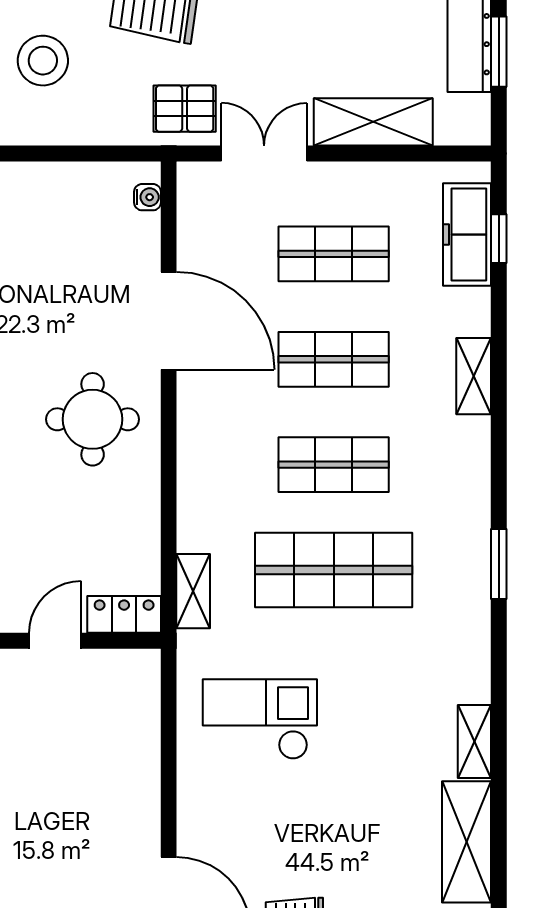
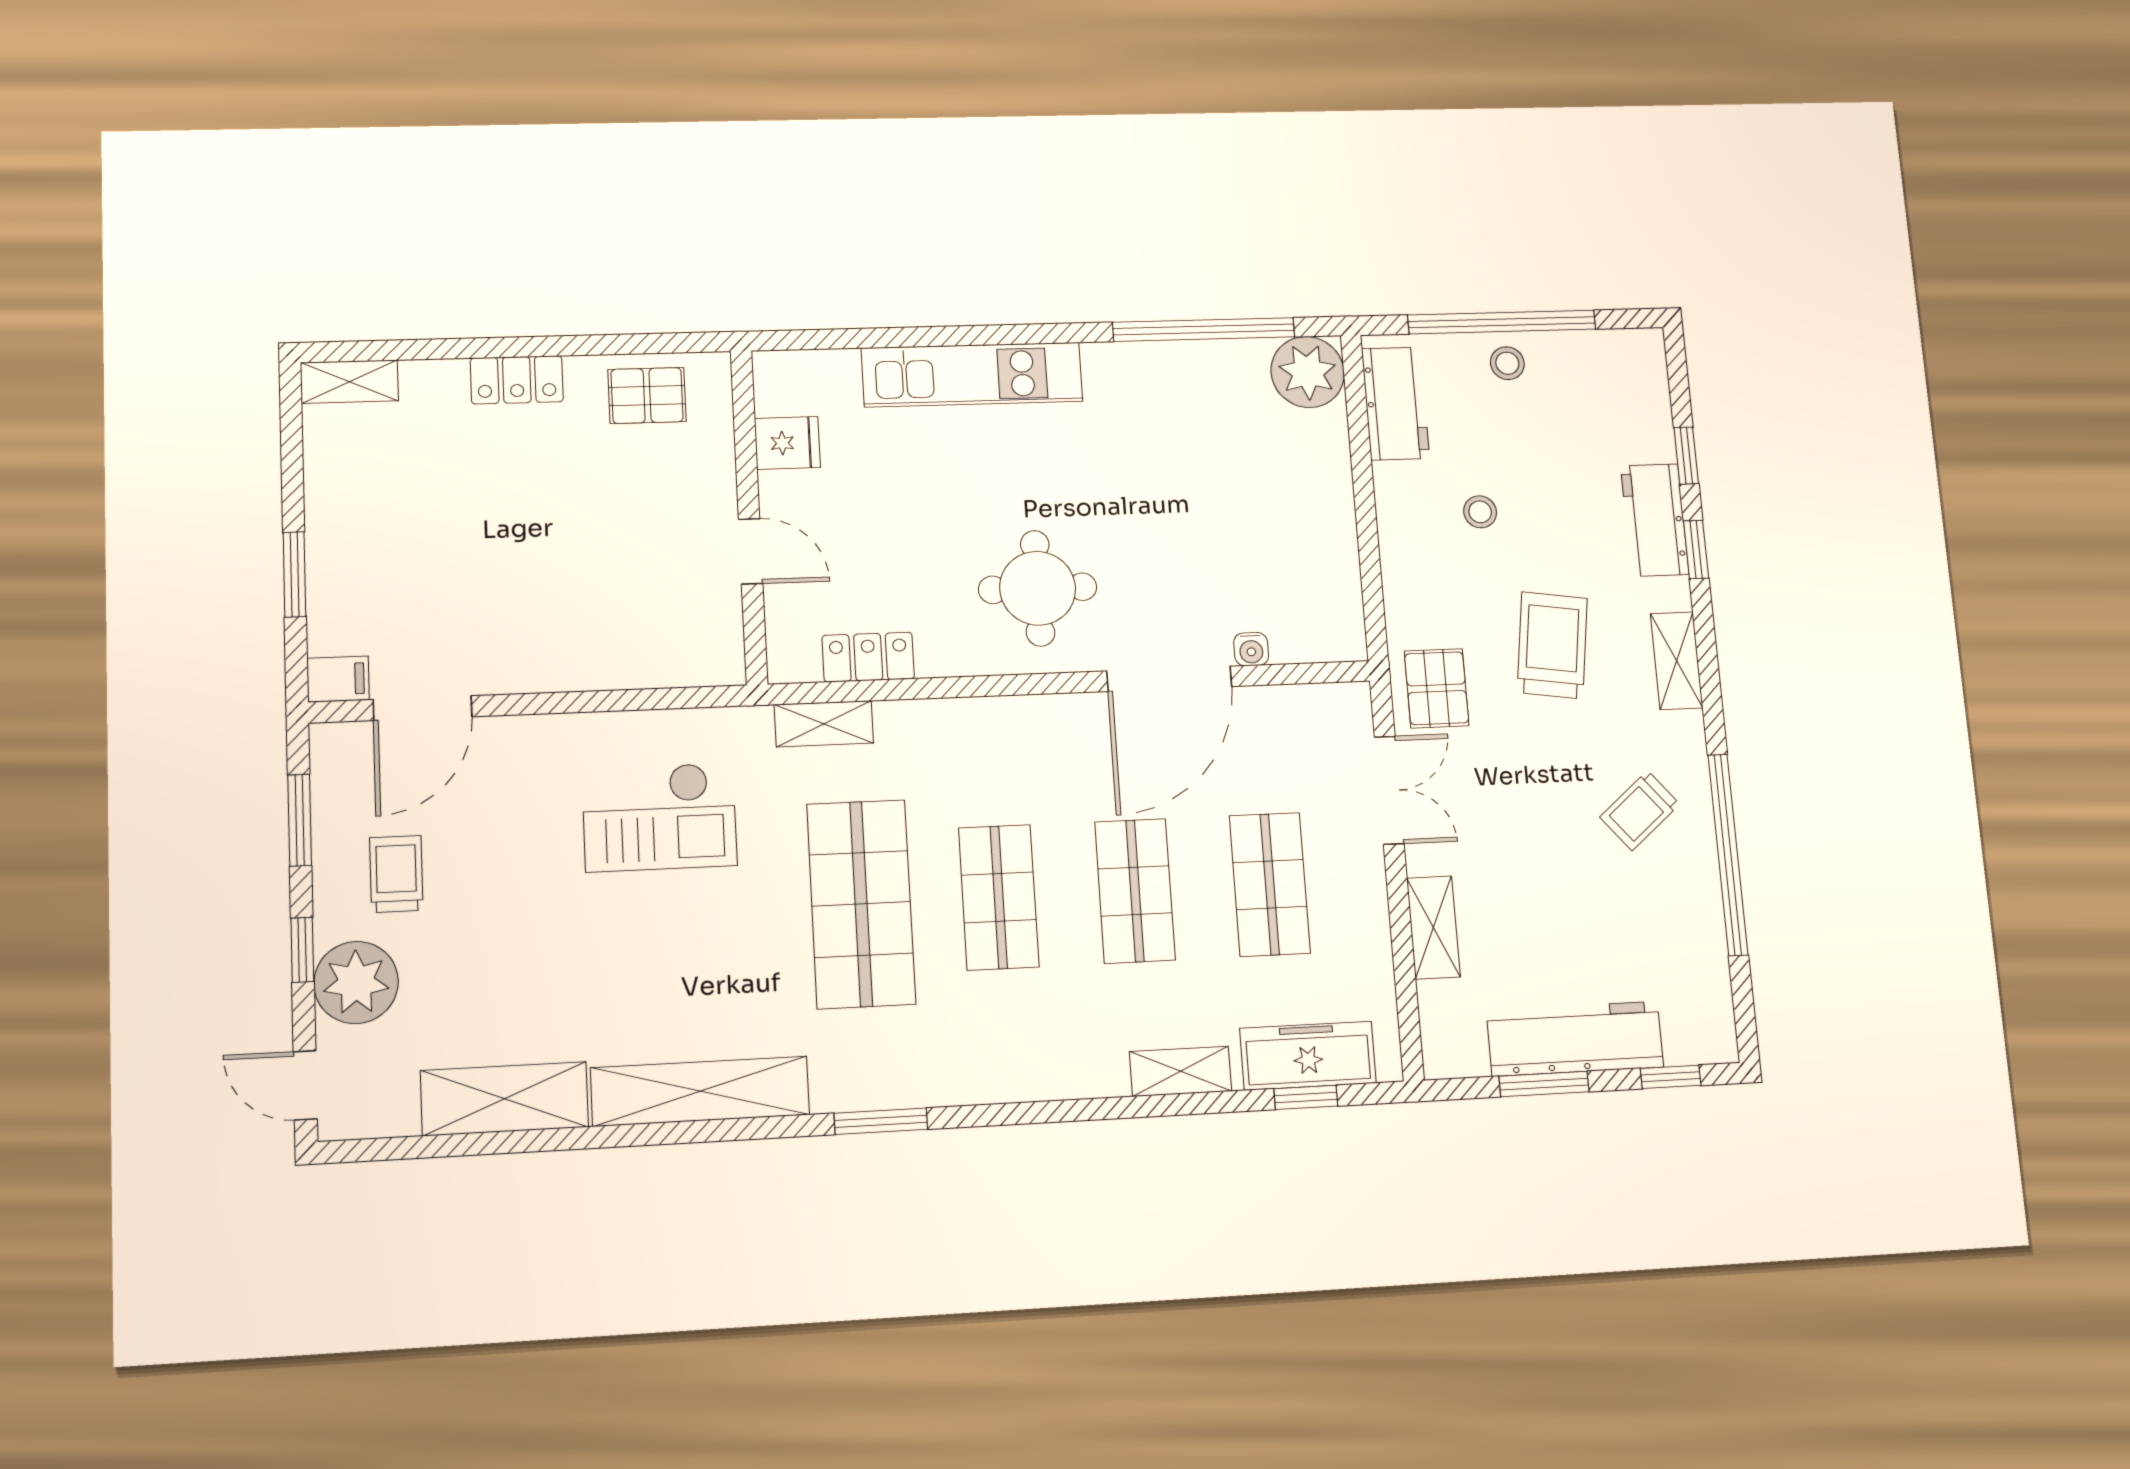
stool: (43, 61) -> (1480, 512), width x0.53, depth x0.53
shelving: (373, 122) -> (1433, 927), width x0.67, depth x0.75
water cooler: (147, 197) -> (1251, 649), moved
shelving: (474, 376) -> (1181, 1071), moved
locker: (124, 614) -> (868, 657), moved, turned -90
checkout: (260, 719) -> (659, 817), turned 90
shelving: (474, 742) -> (700, 1091), width x2.20, depth x1.33

